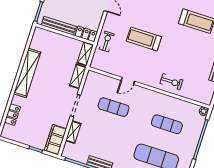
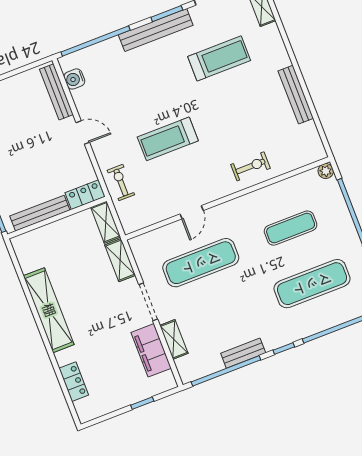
exercise mat: (114, 107) -> (201, 263), width x1.36, depth x1.45
filing cabinet: (55, 140) -> (151, 350), moved

